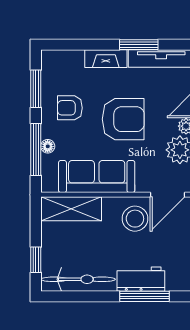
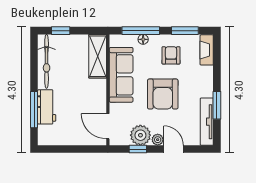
fireplace: (106, 59) -> (207, 50), moved
stool: (135, 219) -> (91, 103), removed

